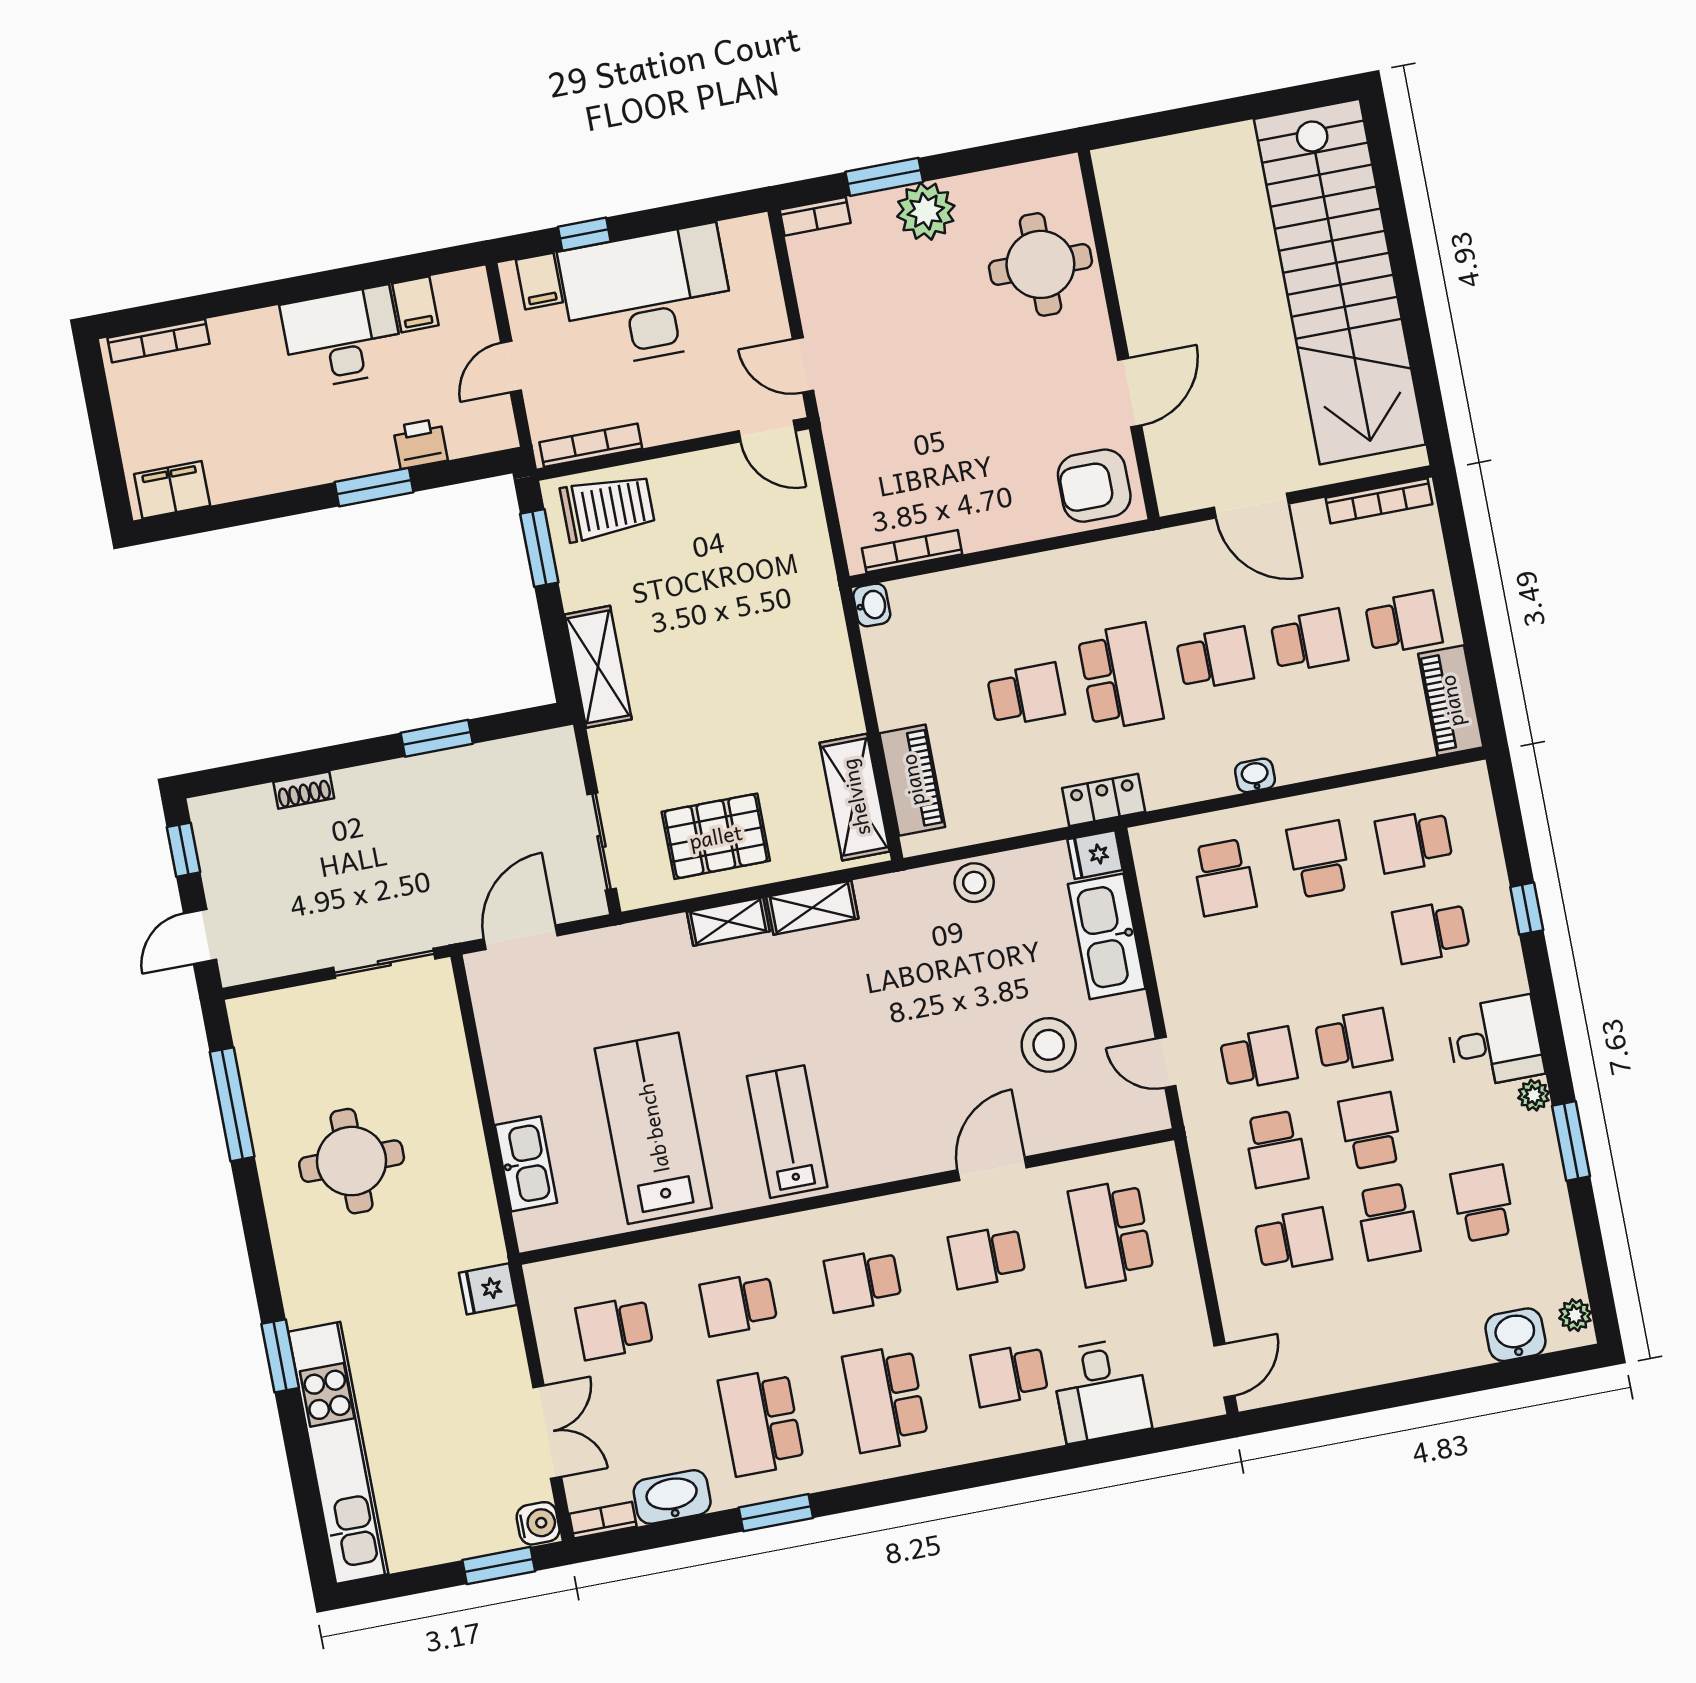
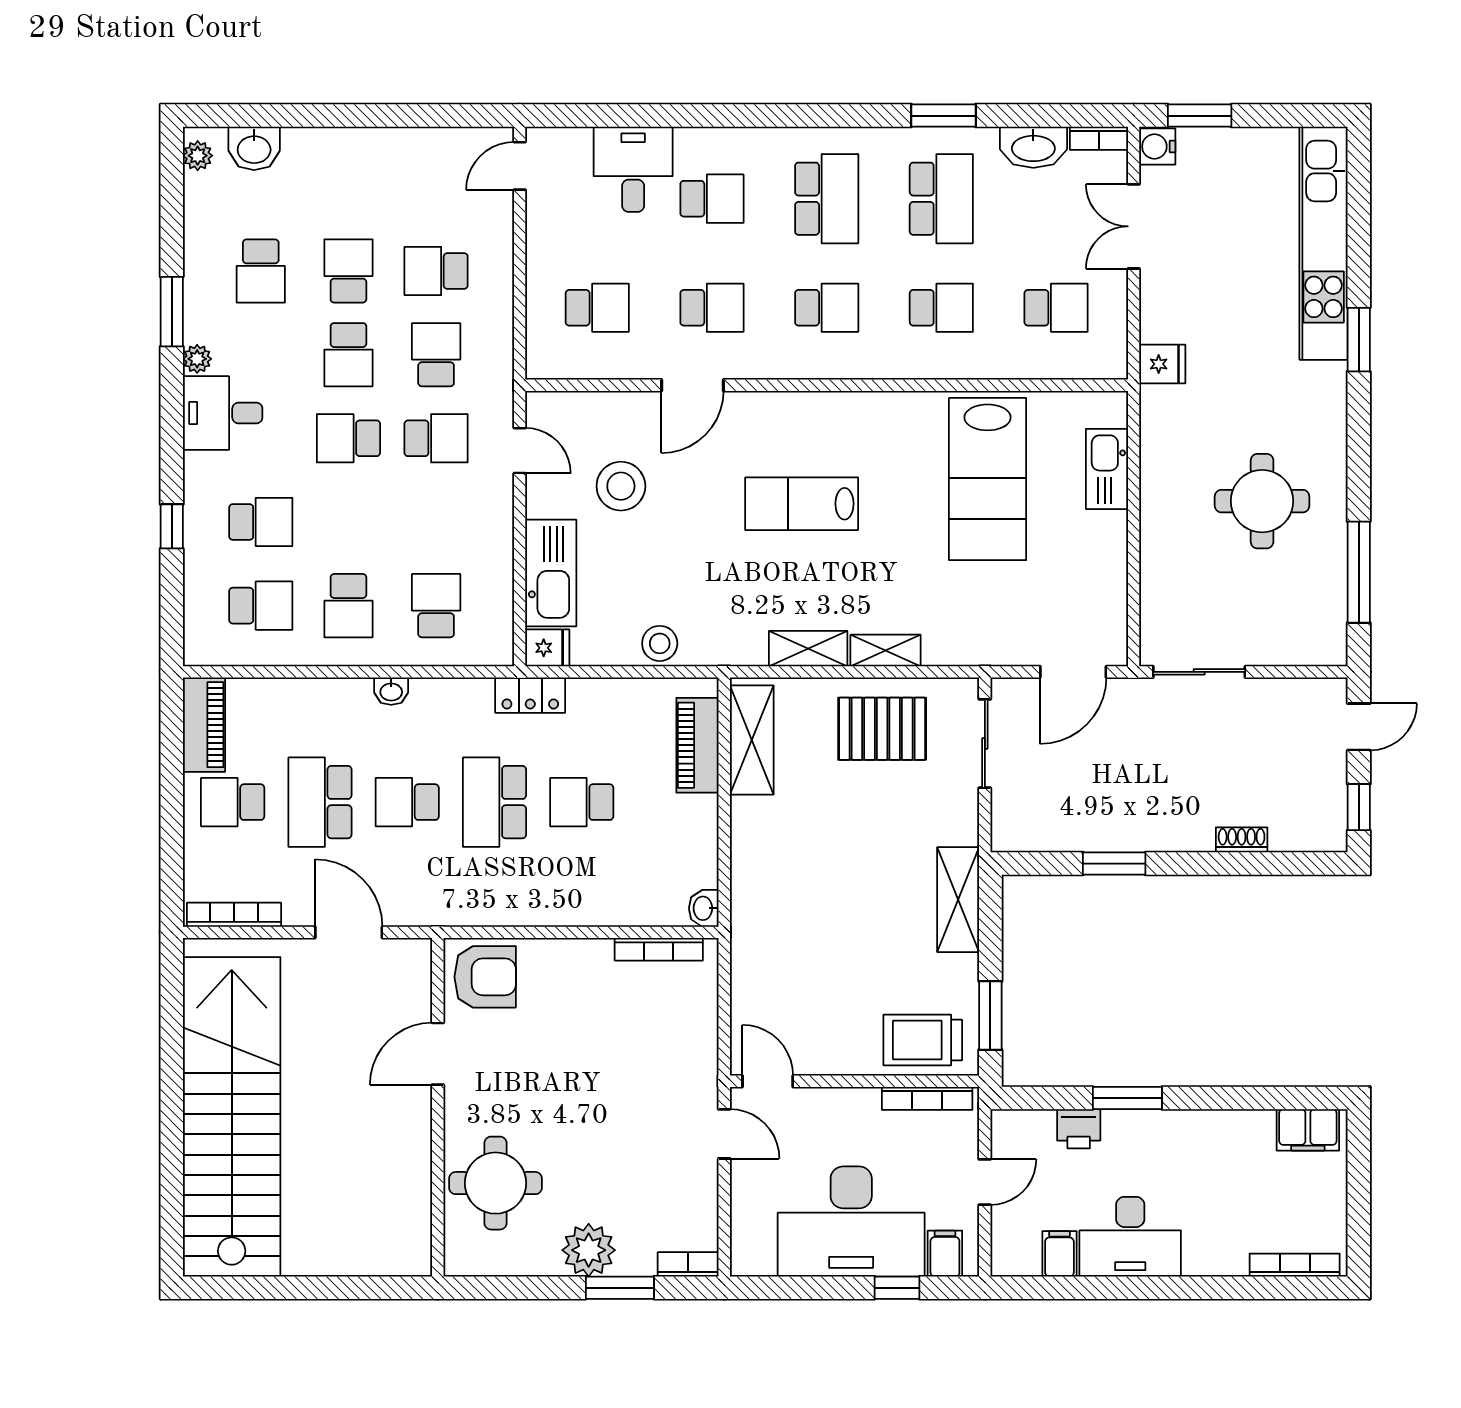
school desk: (1309, 641) -> (320, 802), width x1.85
school desk: (1259, 1058) -> (436, 438), turned 180
lab bench: (787, 1132) -> (802, 504), moved, turned 90
school desk: (1111, 1233) -> (597, 308), width x0.54

